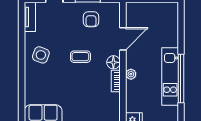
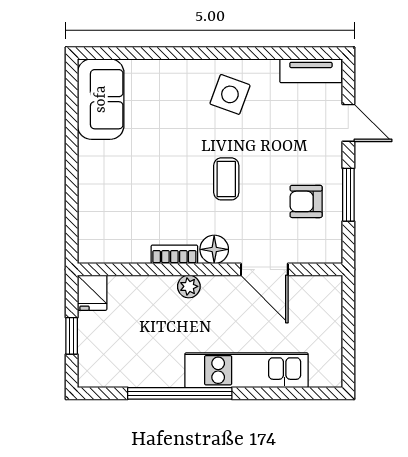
kitchen unit: (170, 76) -> (246, 370), moved

